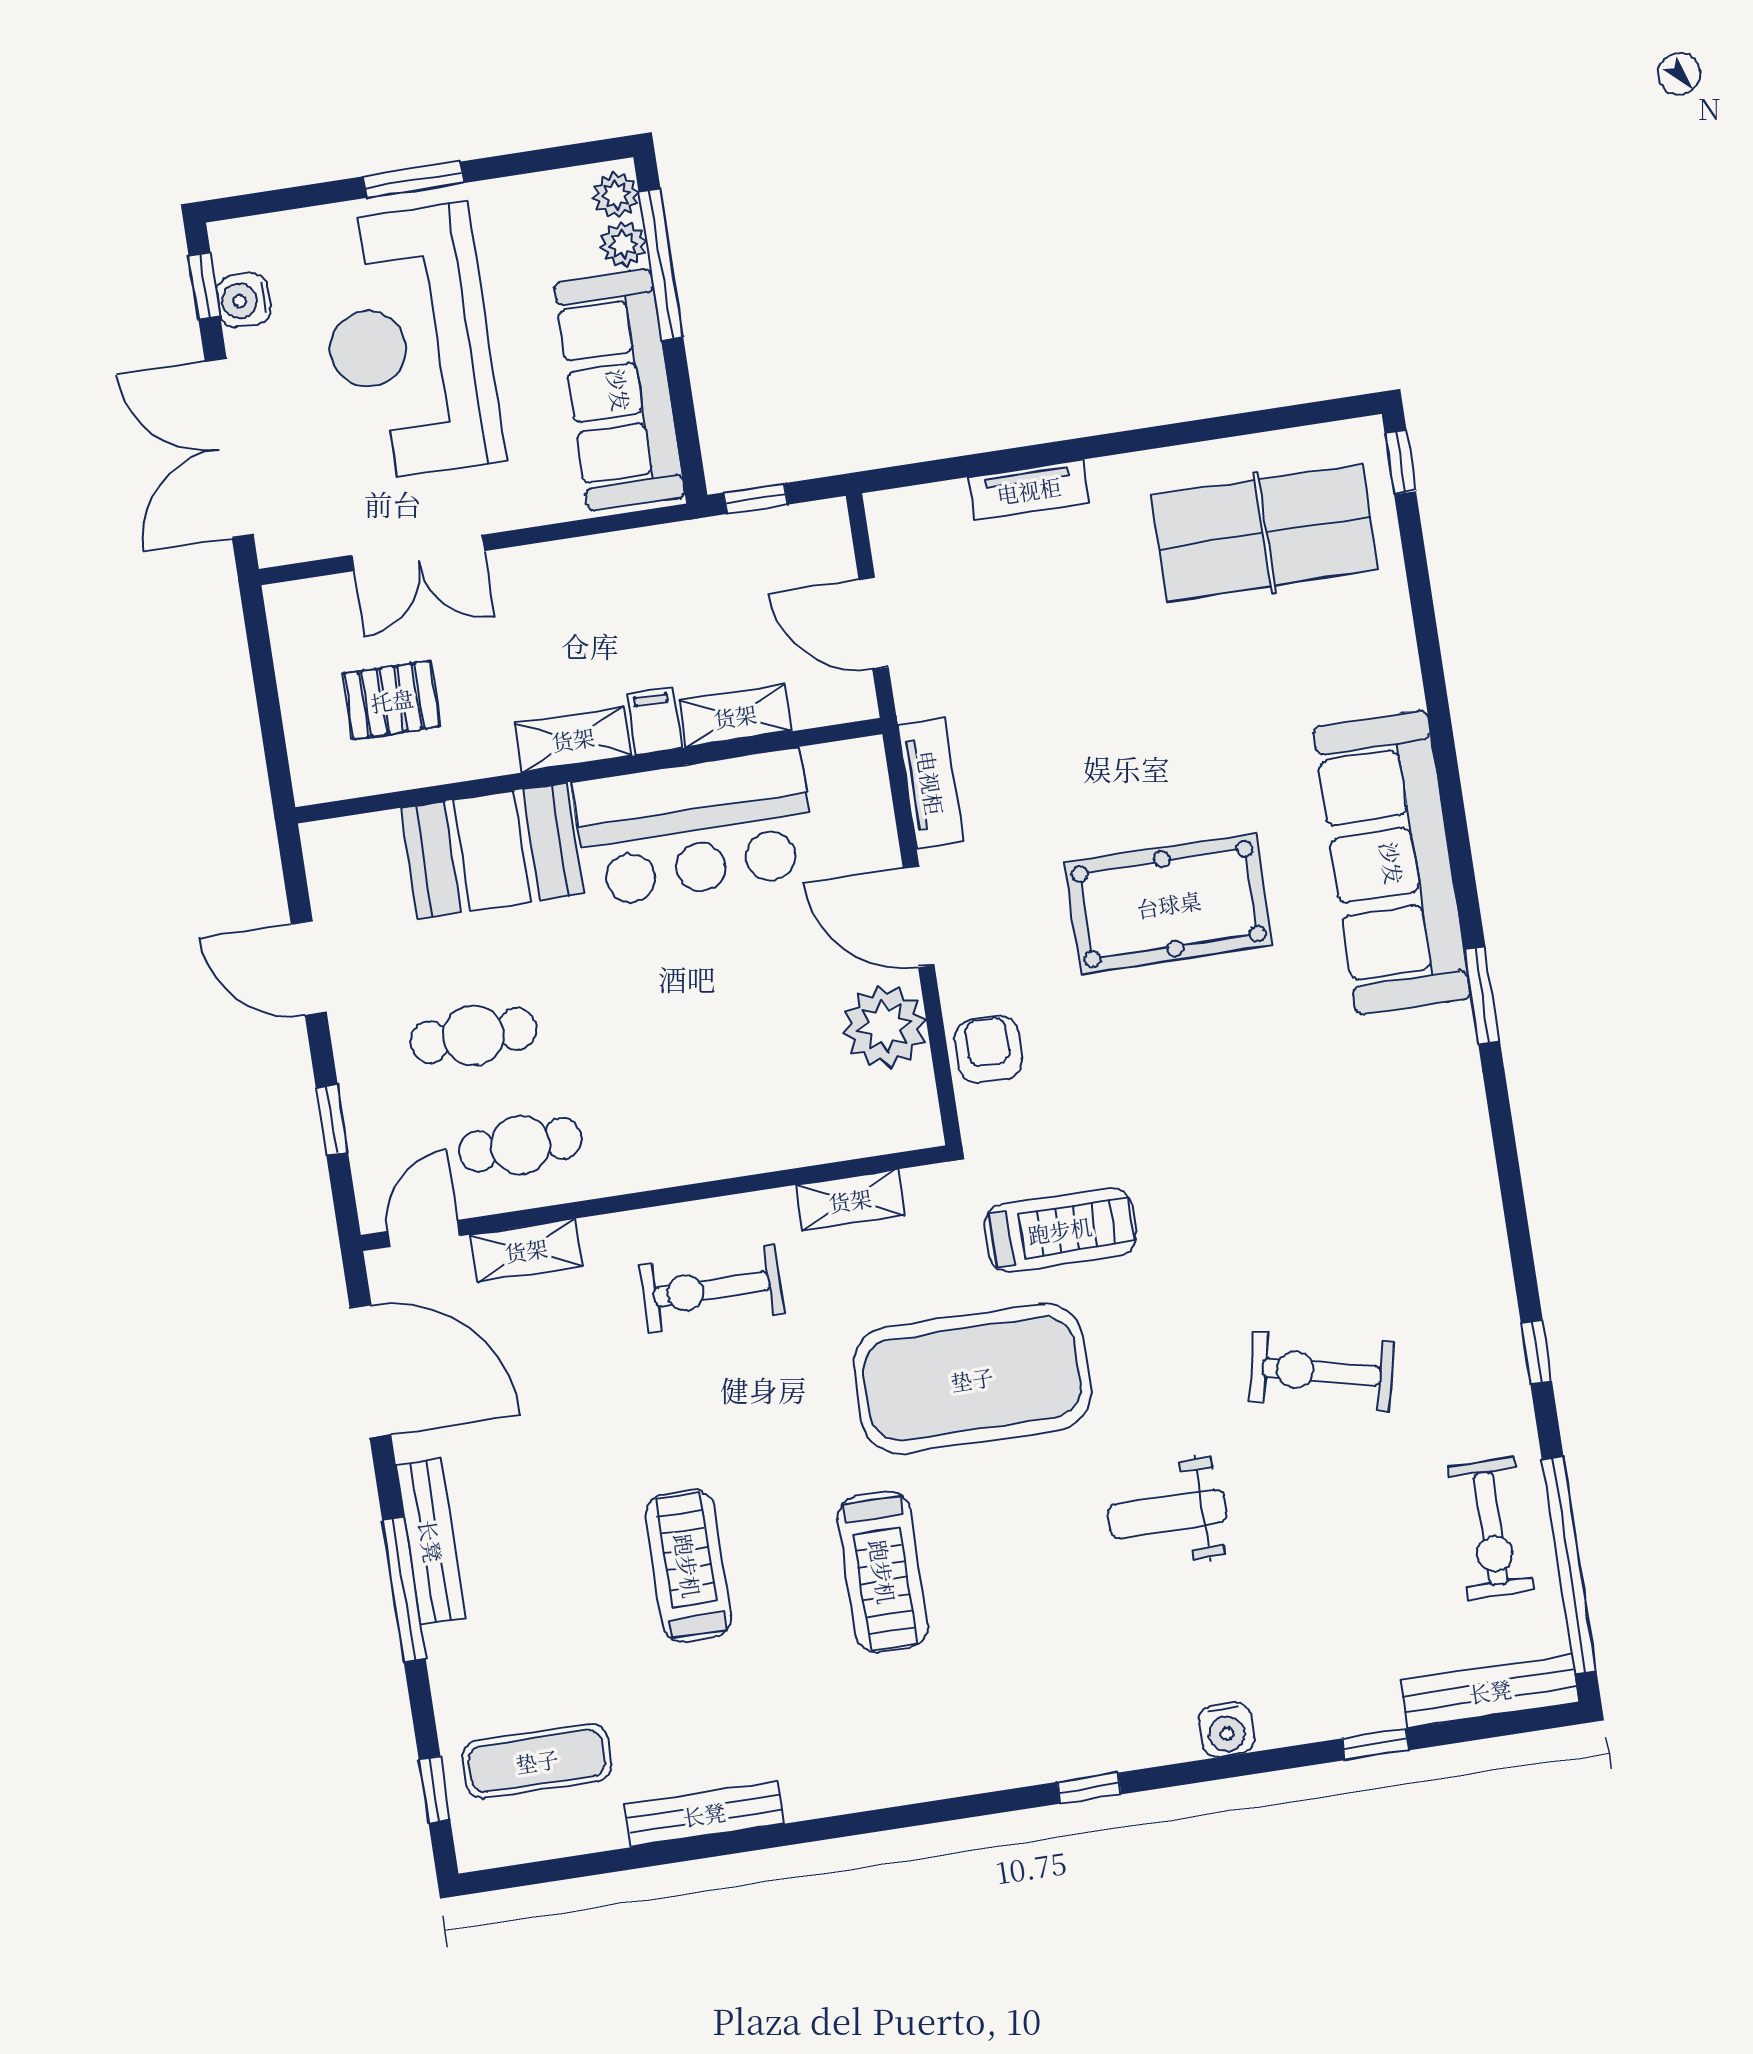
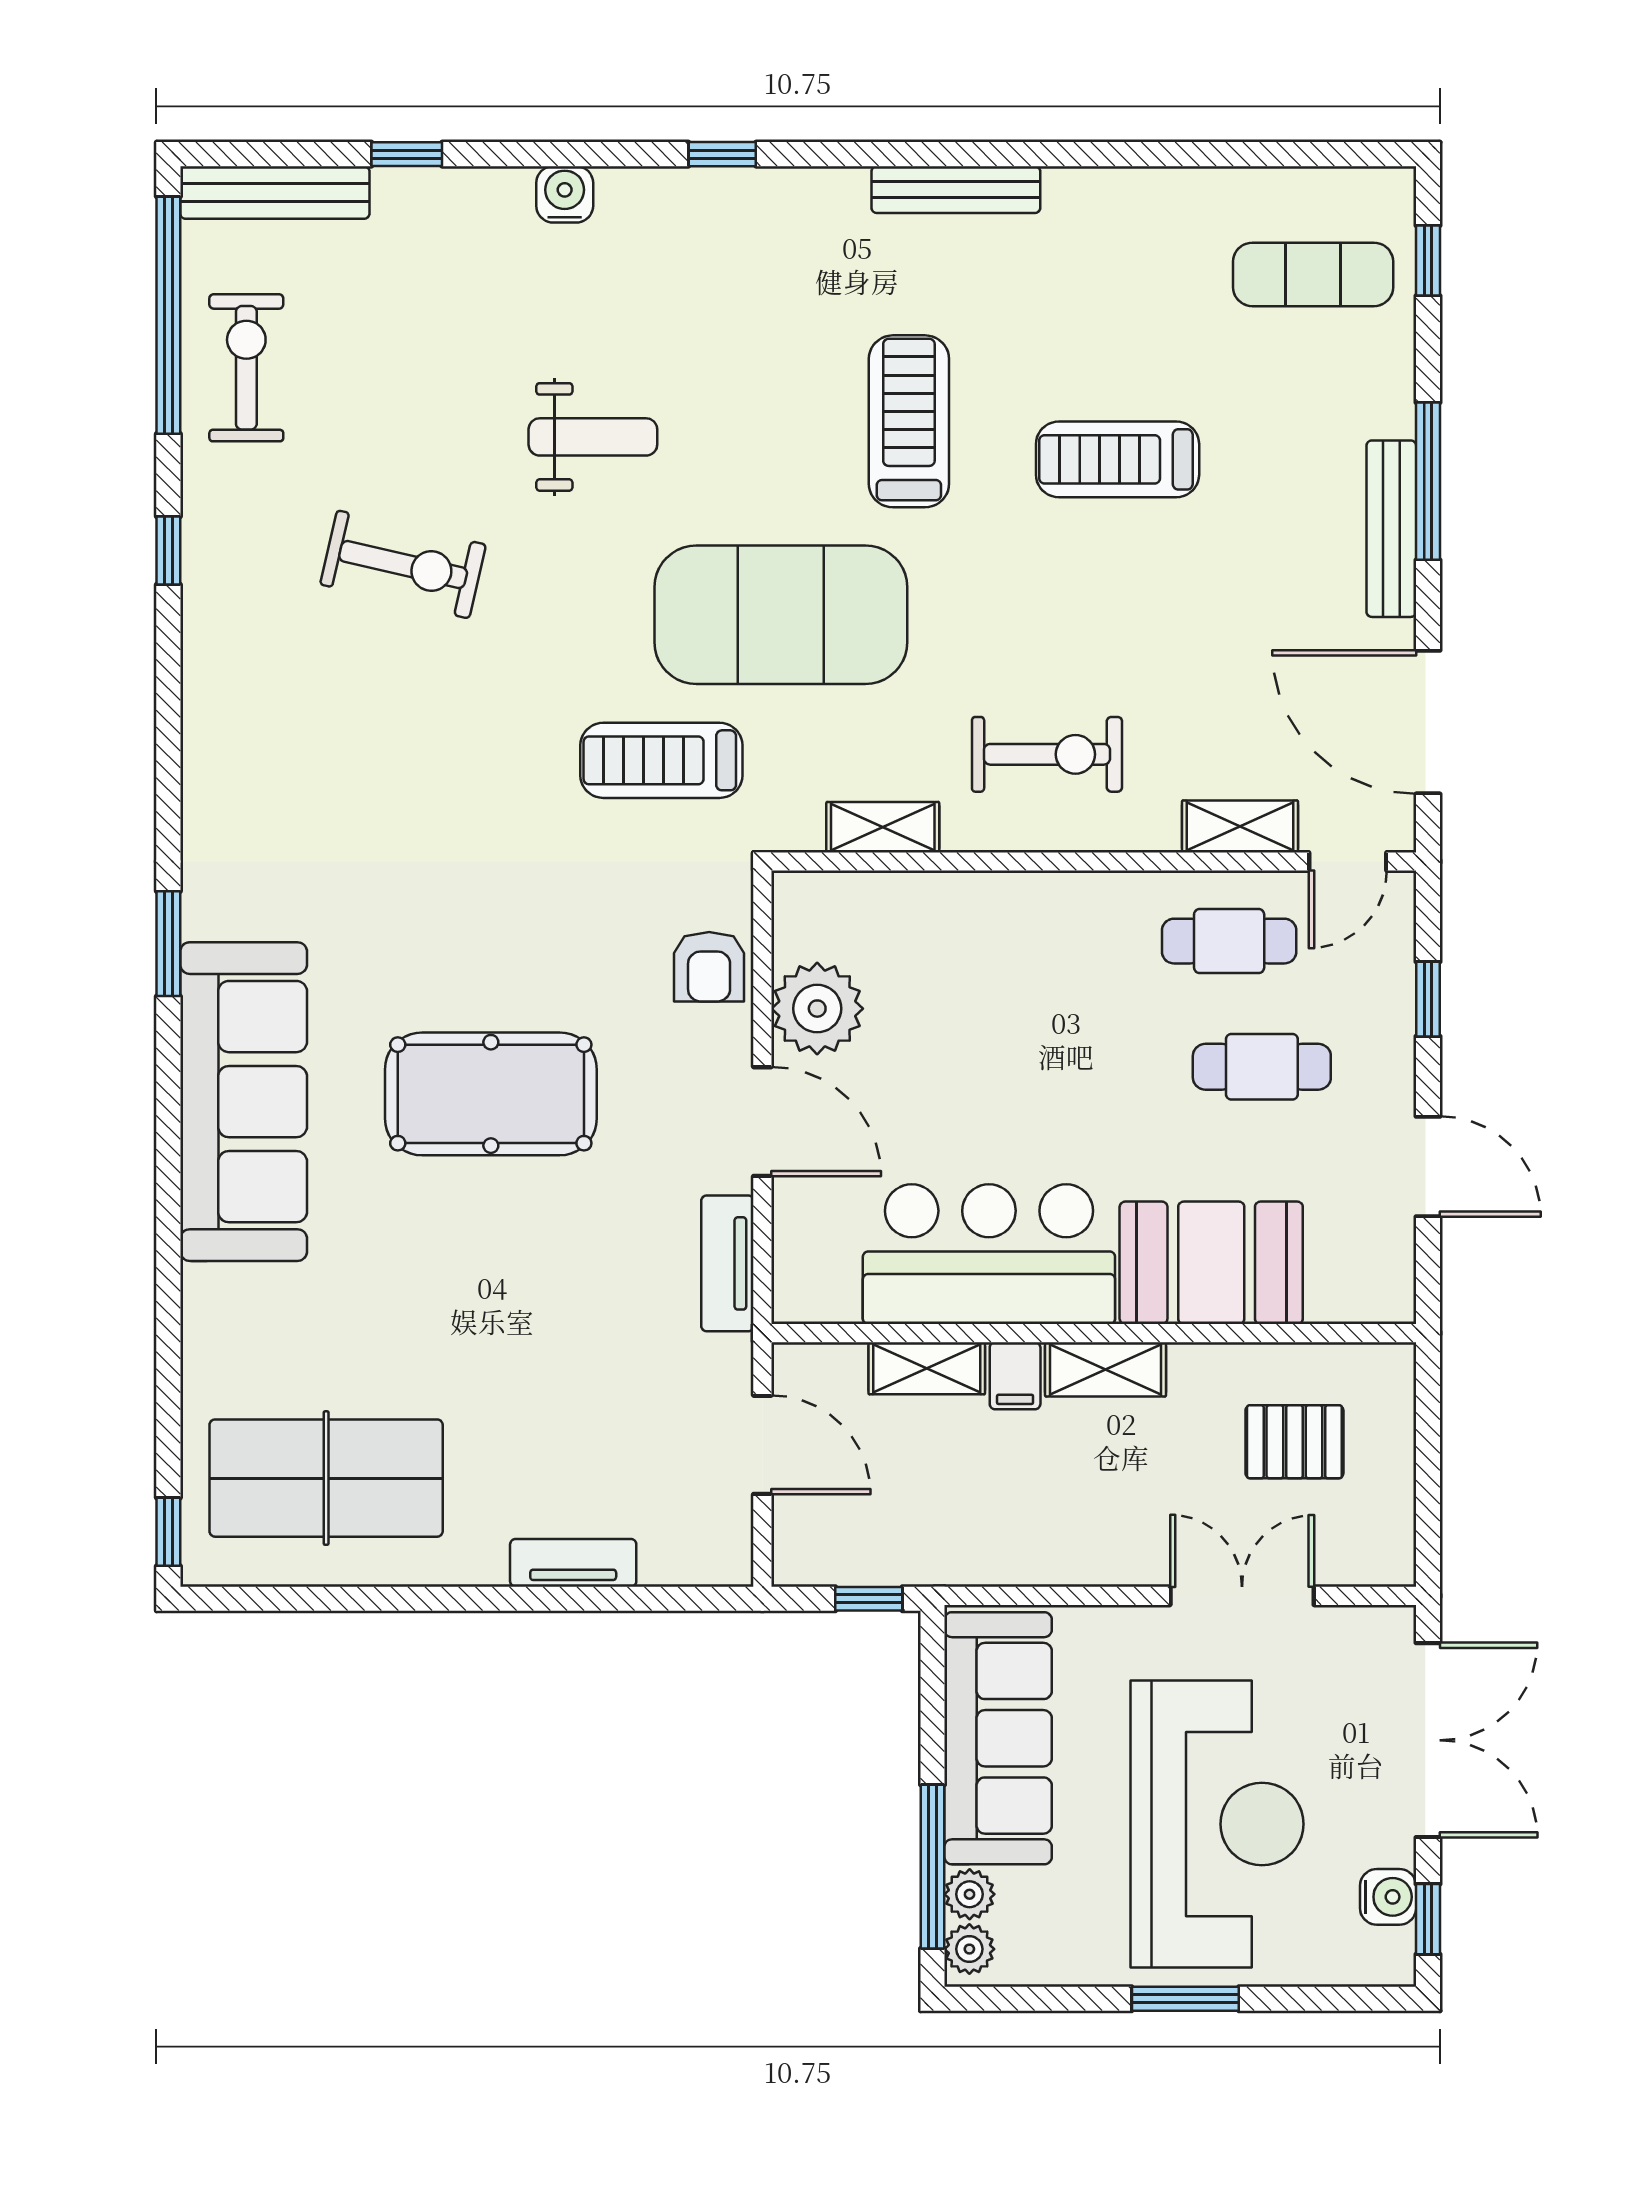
treadmill: (688, 1566) -> (1118, 459), turned 90
bench: (704, 1814) -> (956, 190), moved

